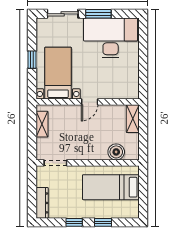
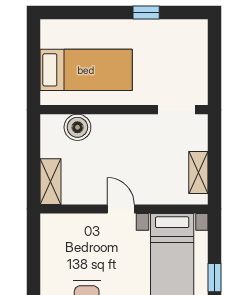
door: (90, 102) -> (121, 209), hinge flipped
dresser: (42, 203) -> (198, 44), removed
window: (103, 222) -> (99, 12), removed

